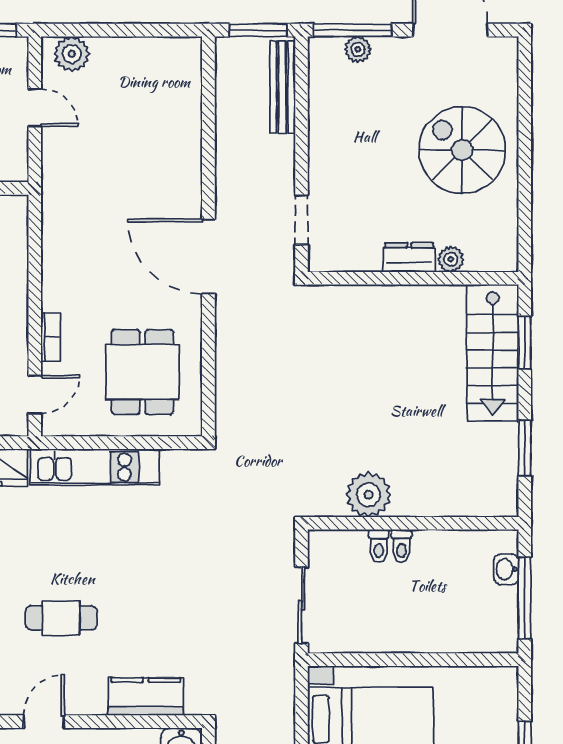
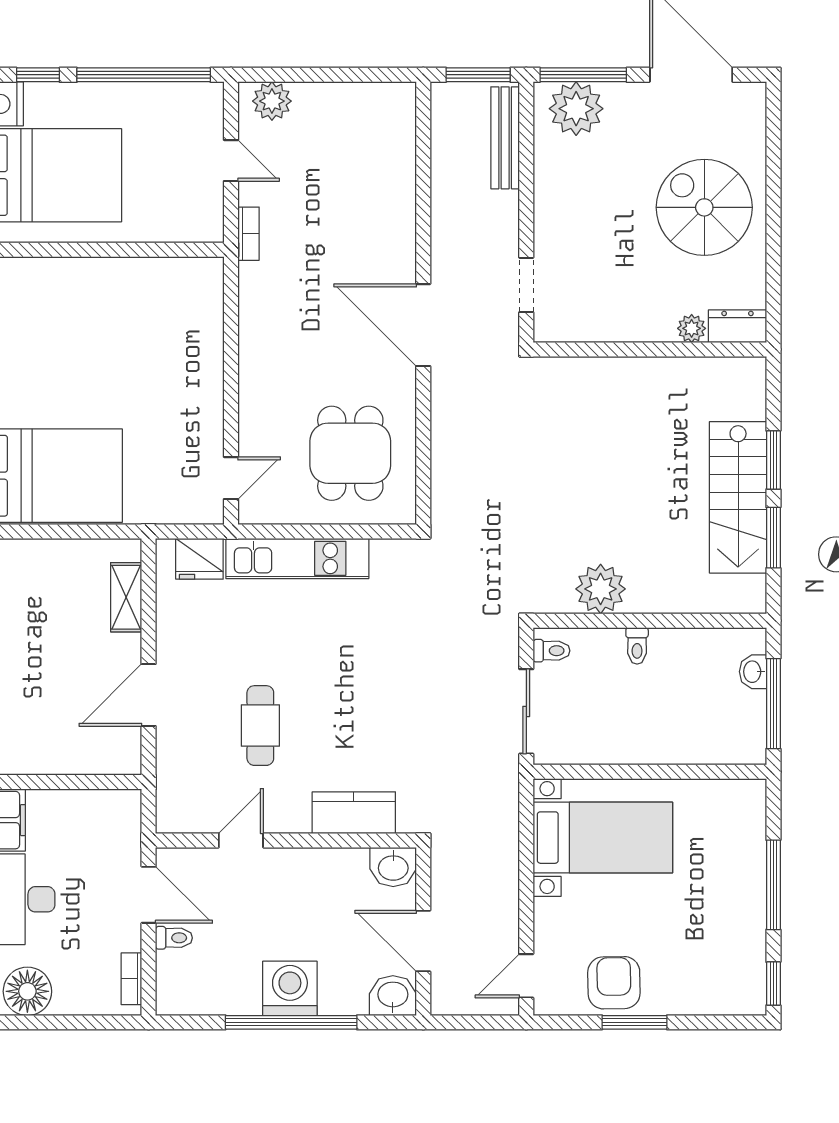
plant: (358, 49) -> (576, 109), width x1.88, depth x1.88
dresser: (409, 257) -> (738, 326), moved
bookcase: (51, 337) -> (248, 234), moved
window: (525, 342) -> (773, 460), moved
stairs: (493, 353) -> (738, 497), moved
toilet: (379, 546) -> (551, 651), moved, turned -90
cafe table: (61, 618) -> (260, 726), turned 90

